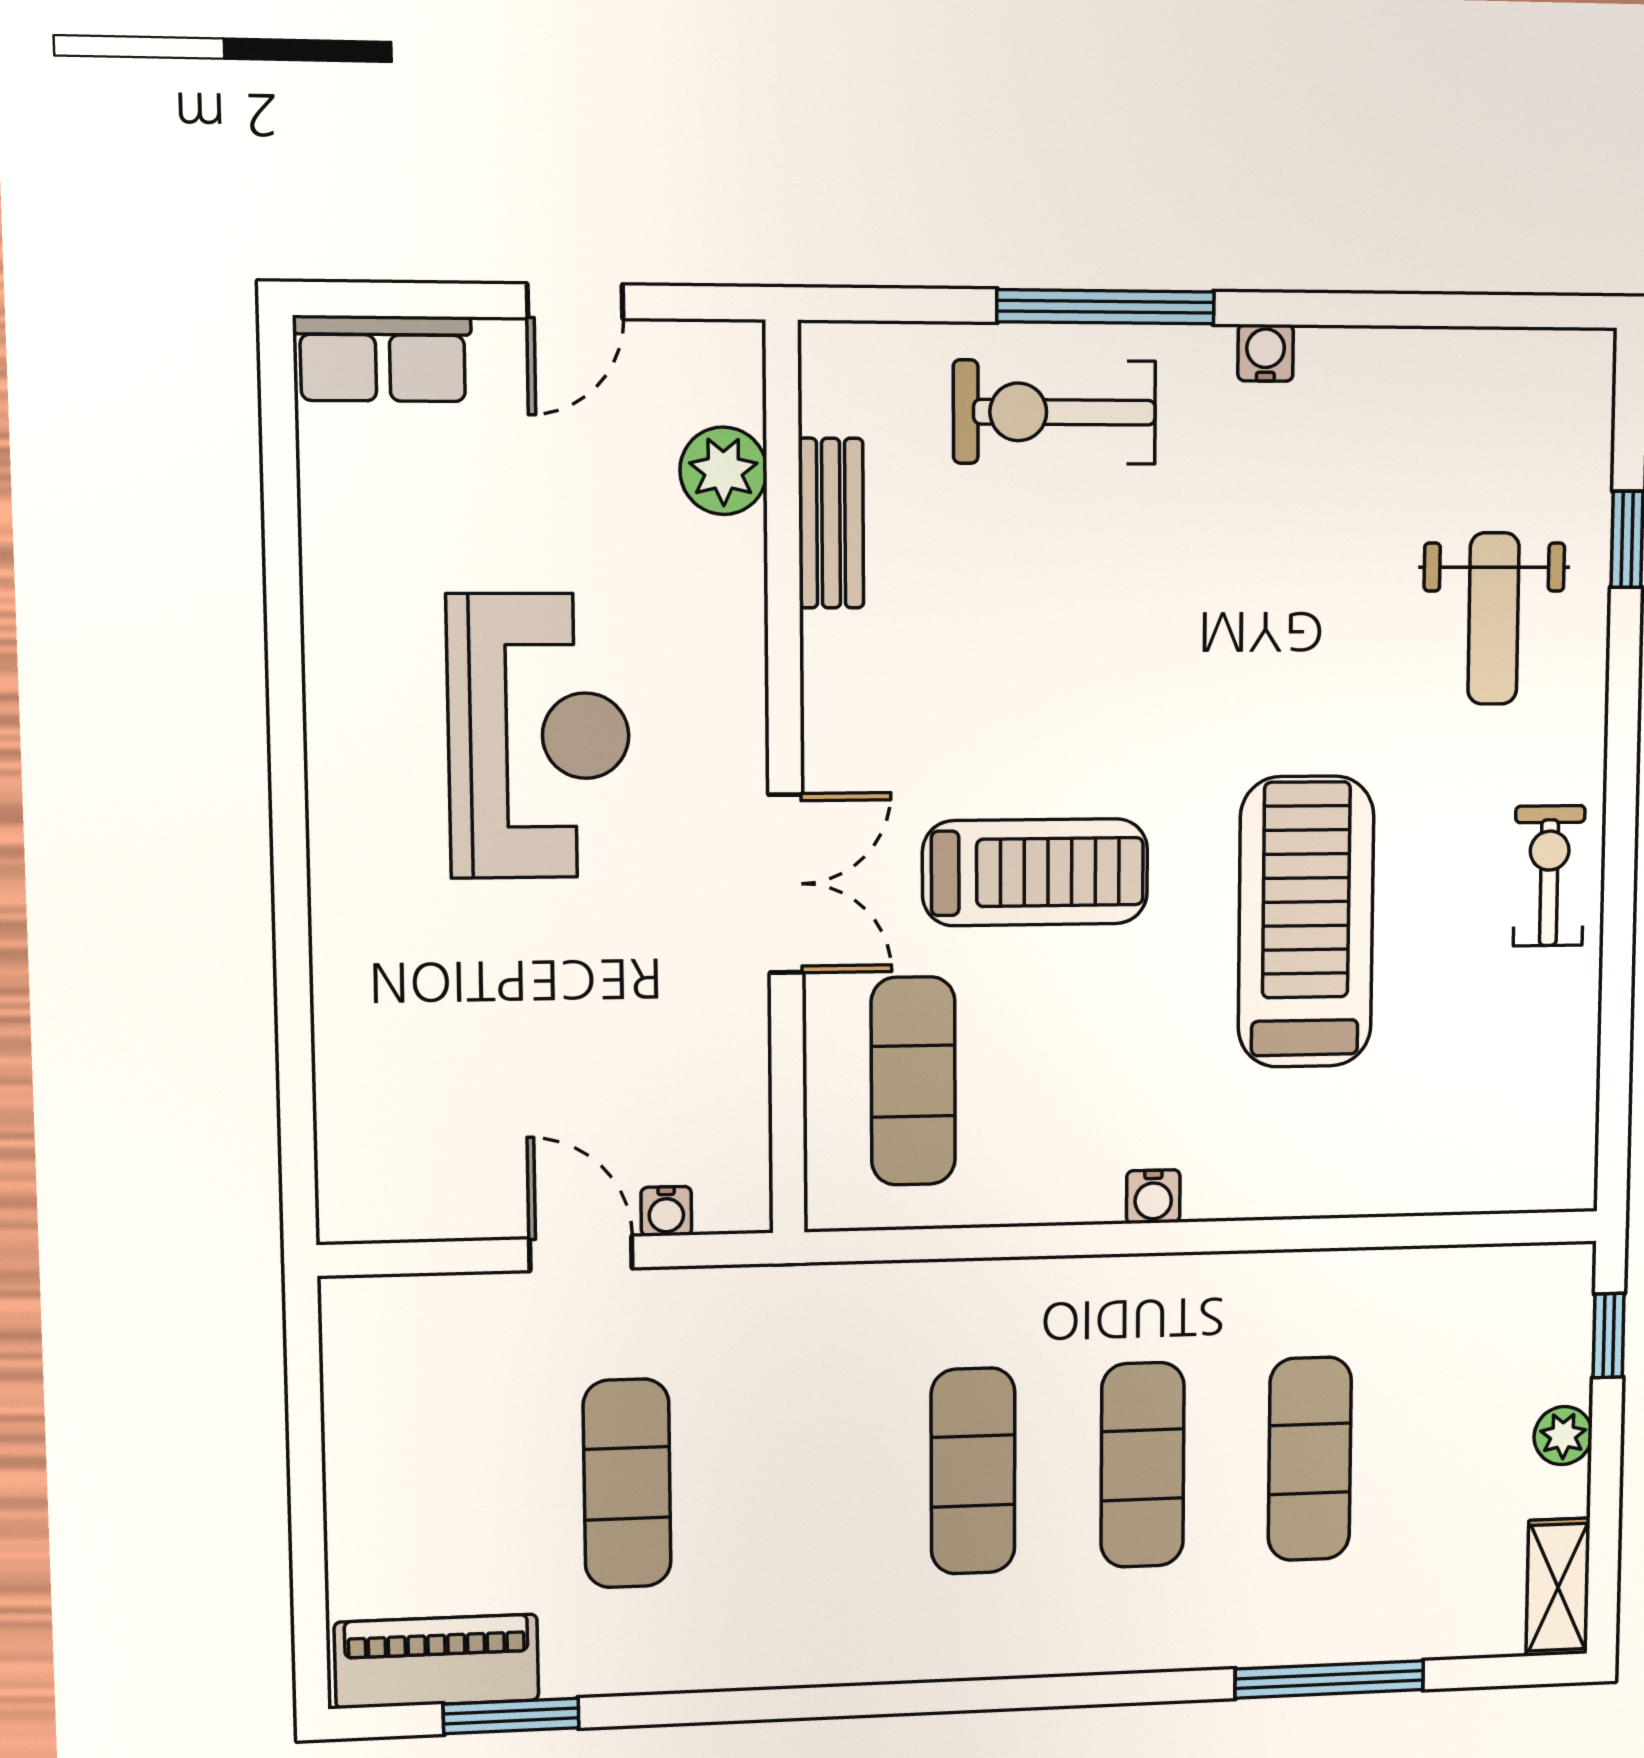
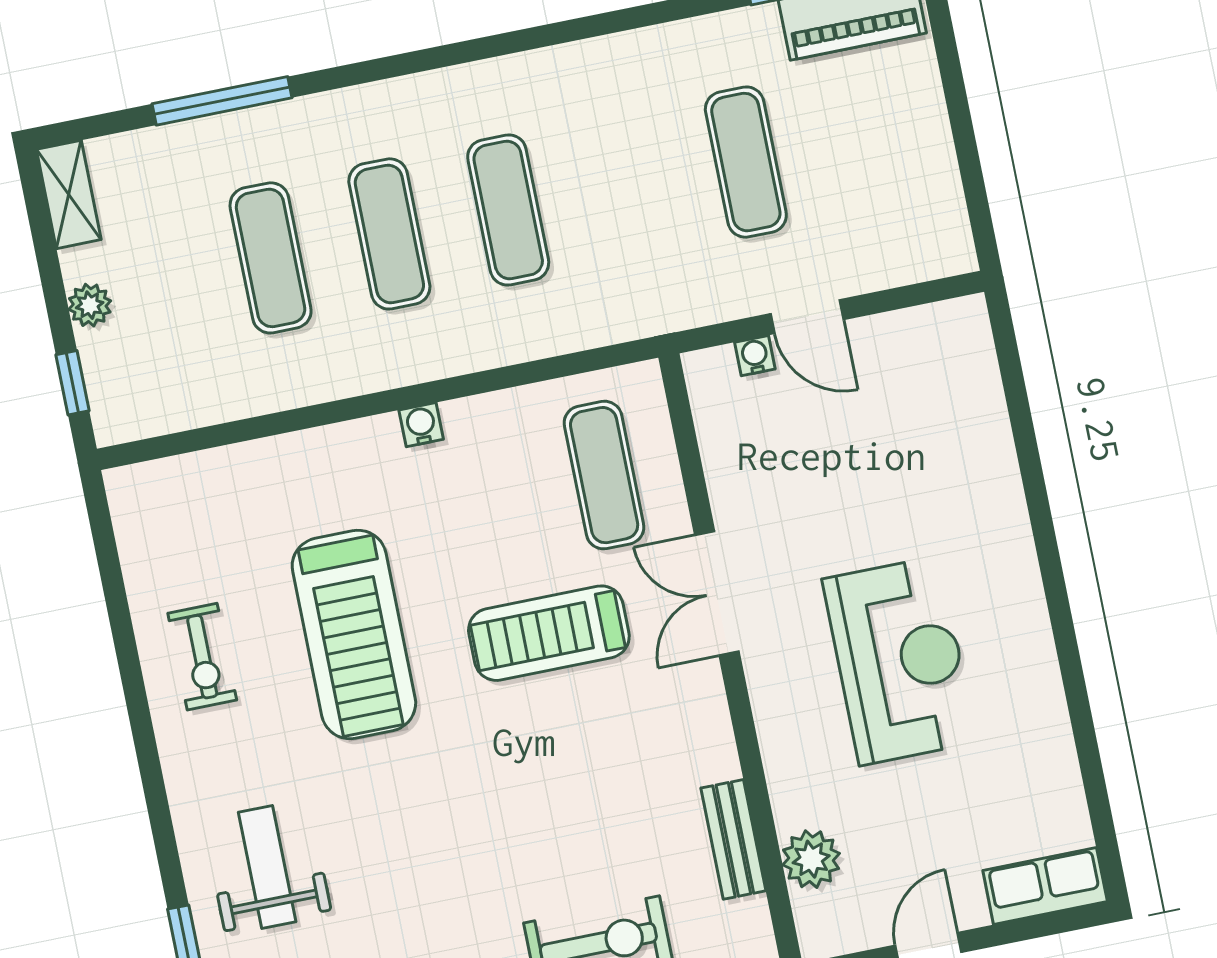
reception desk: (539, 736) -> (900, 661), turned 180
exercise bike: (1549, 876) -> (202, 657), moved

